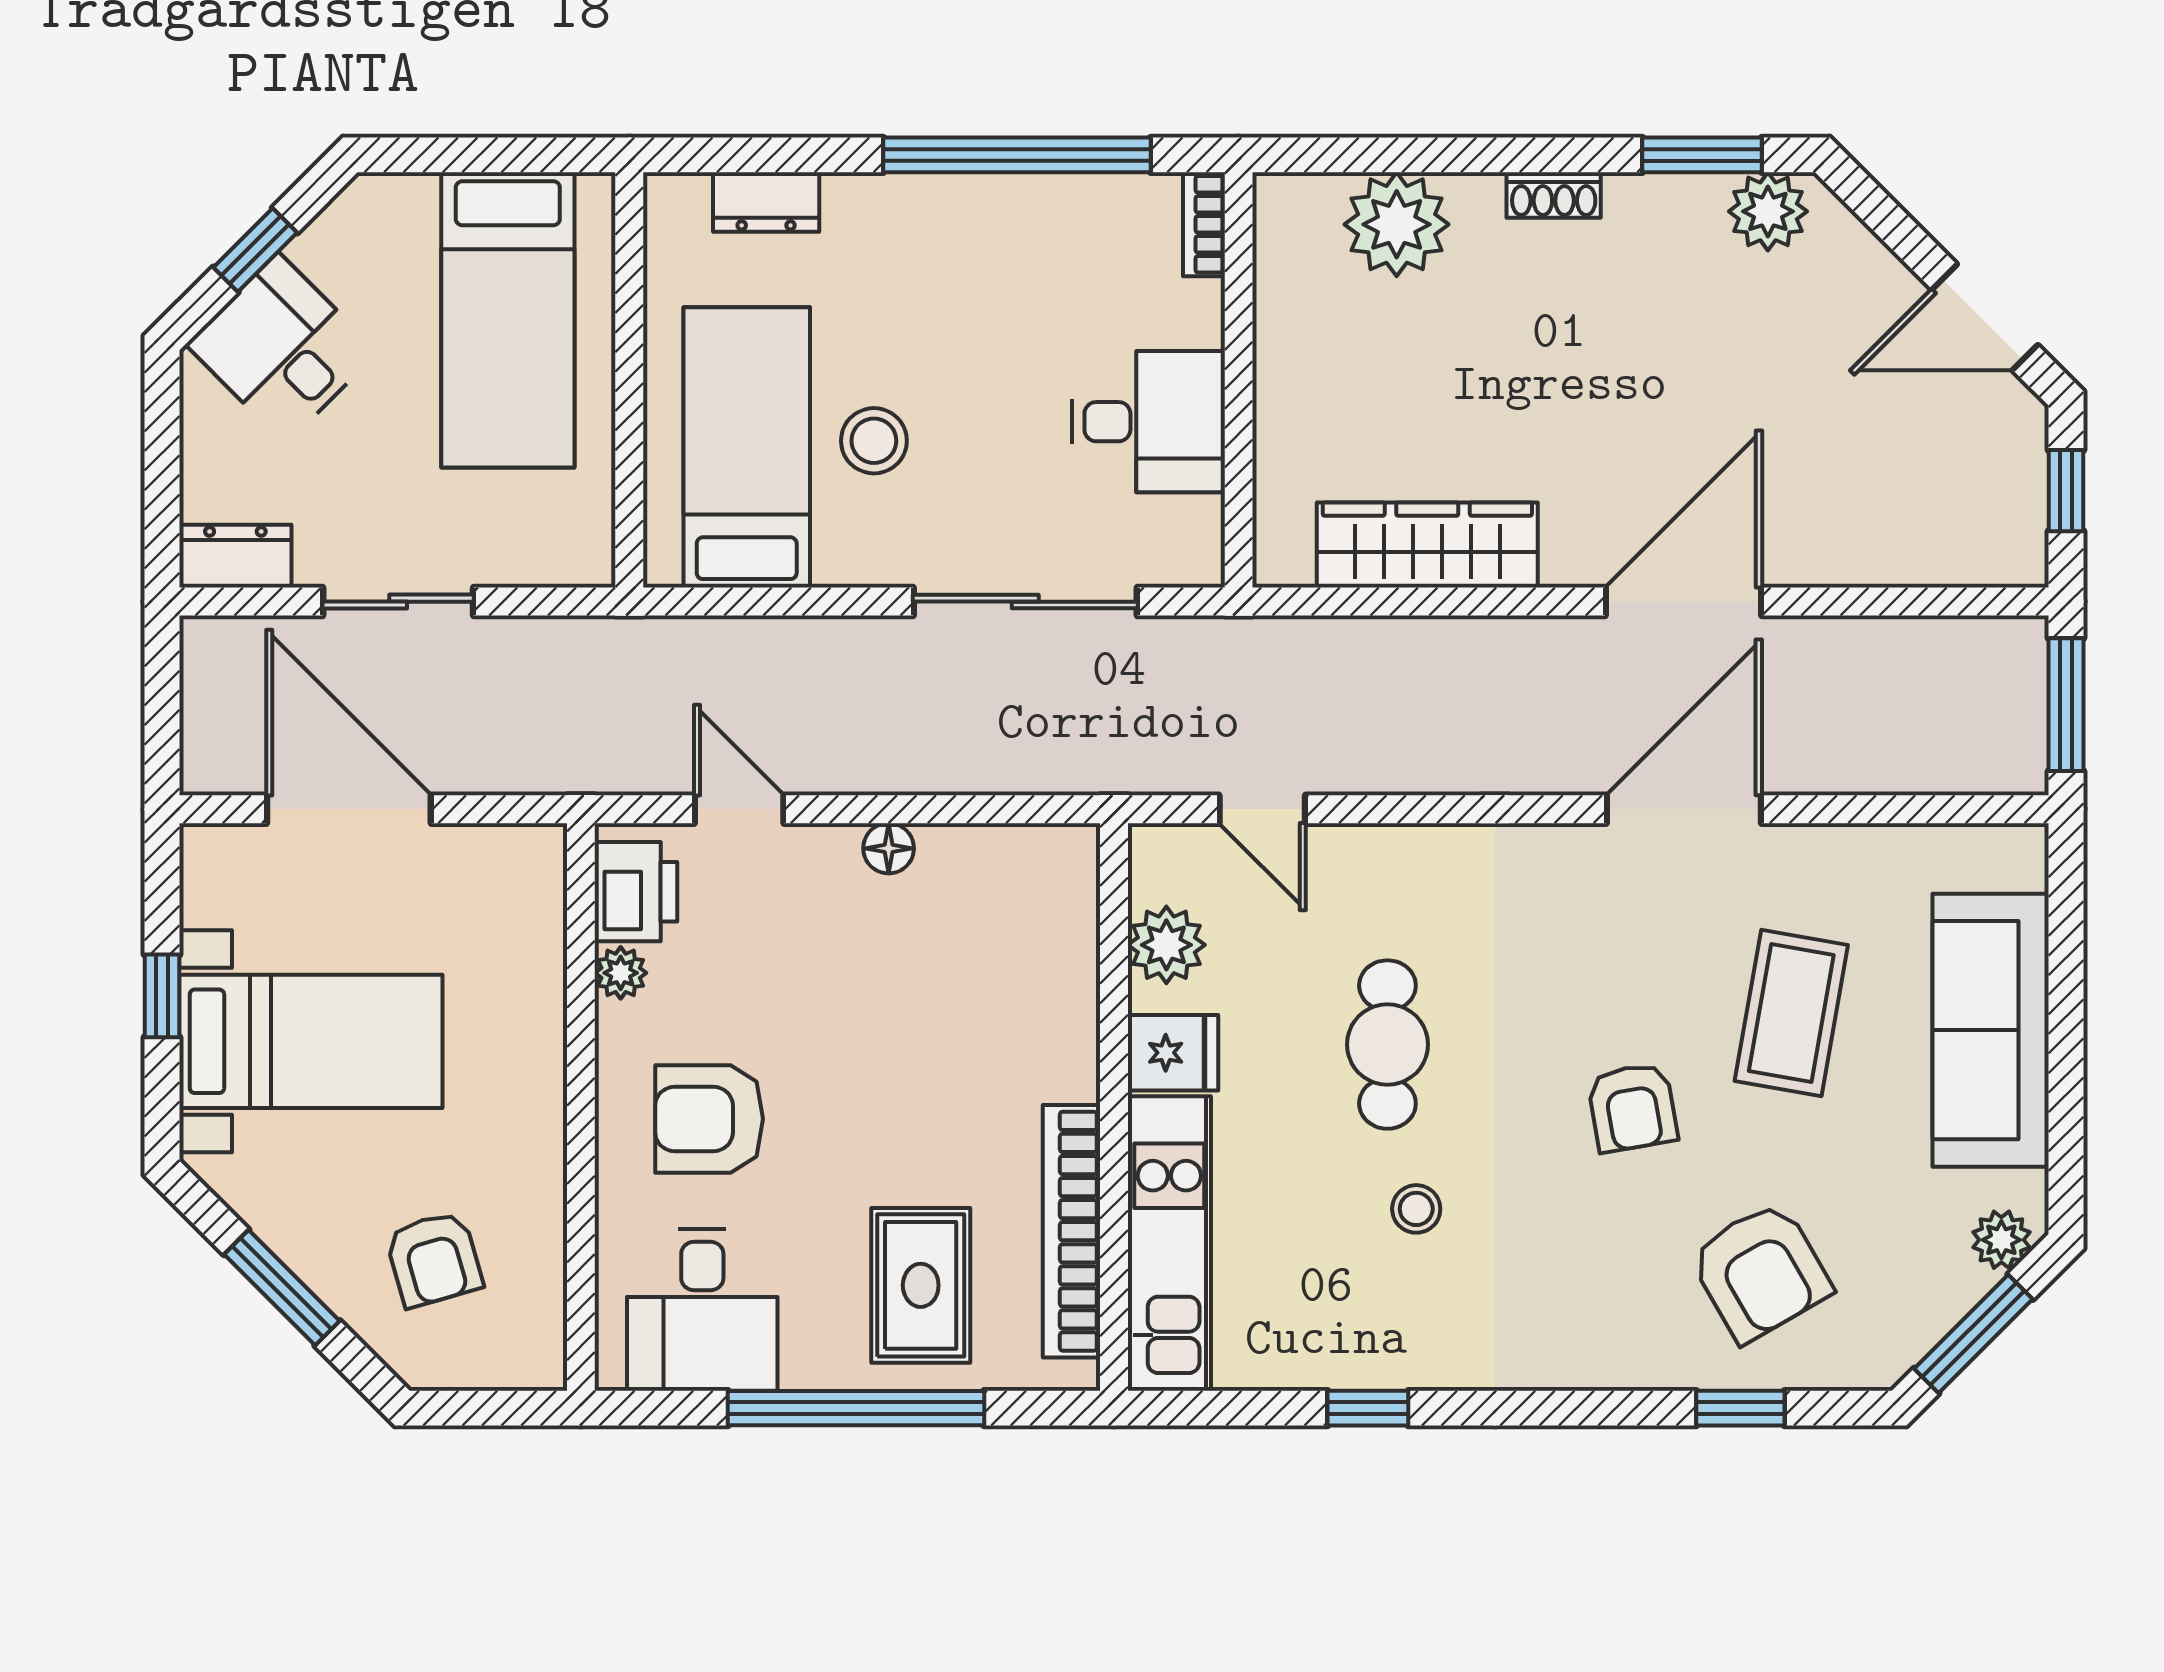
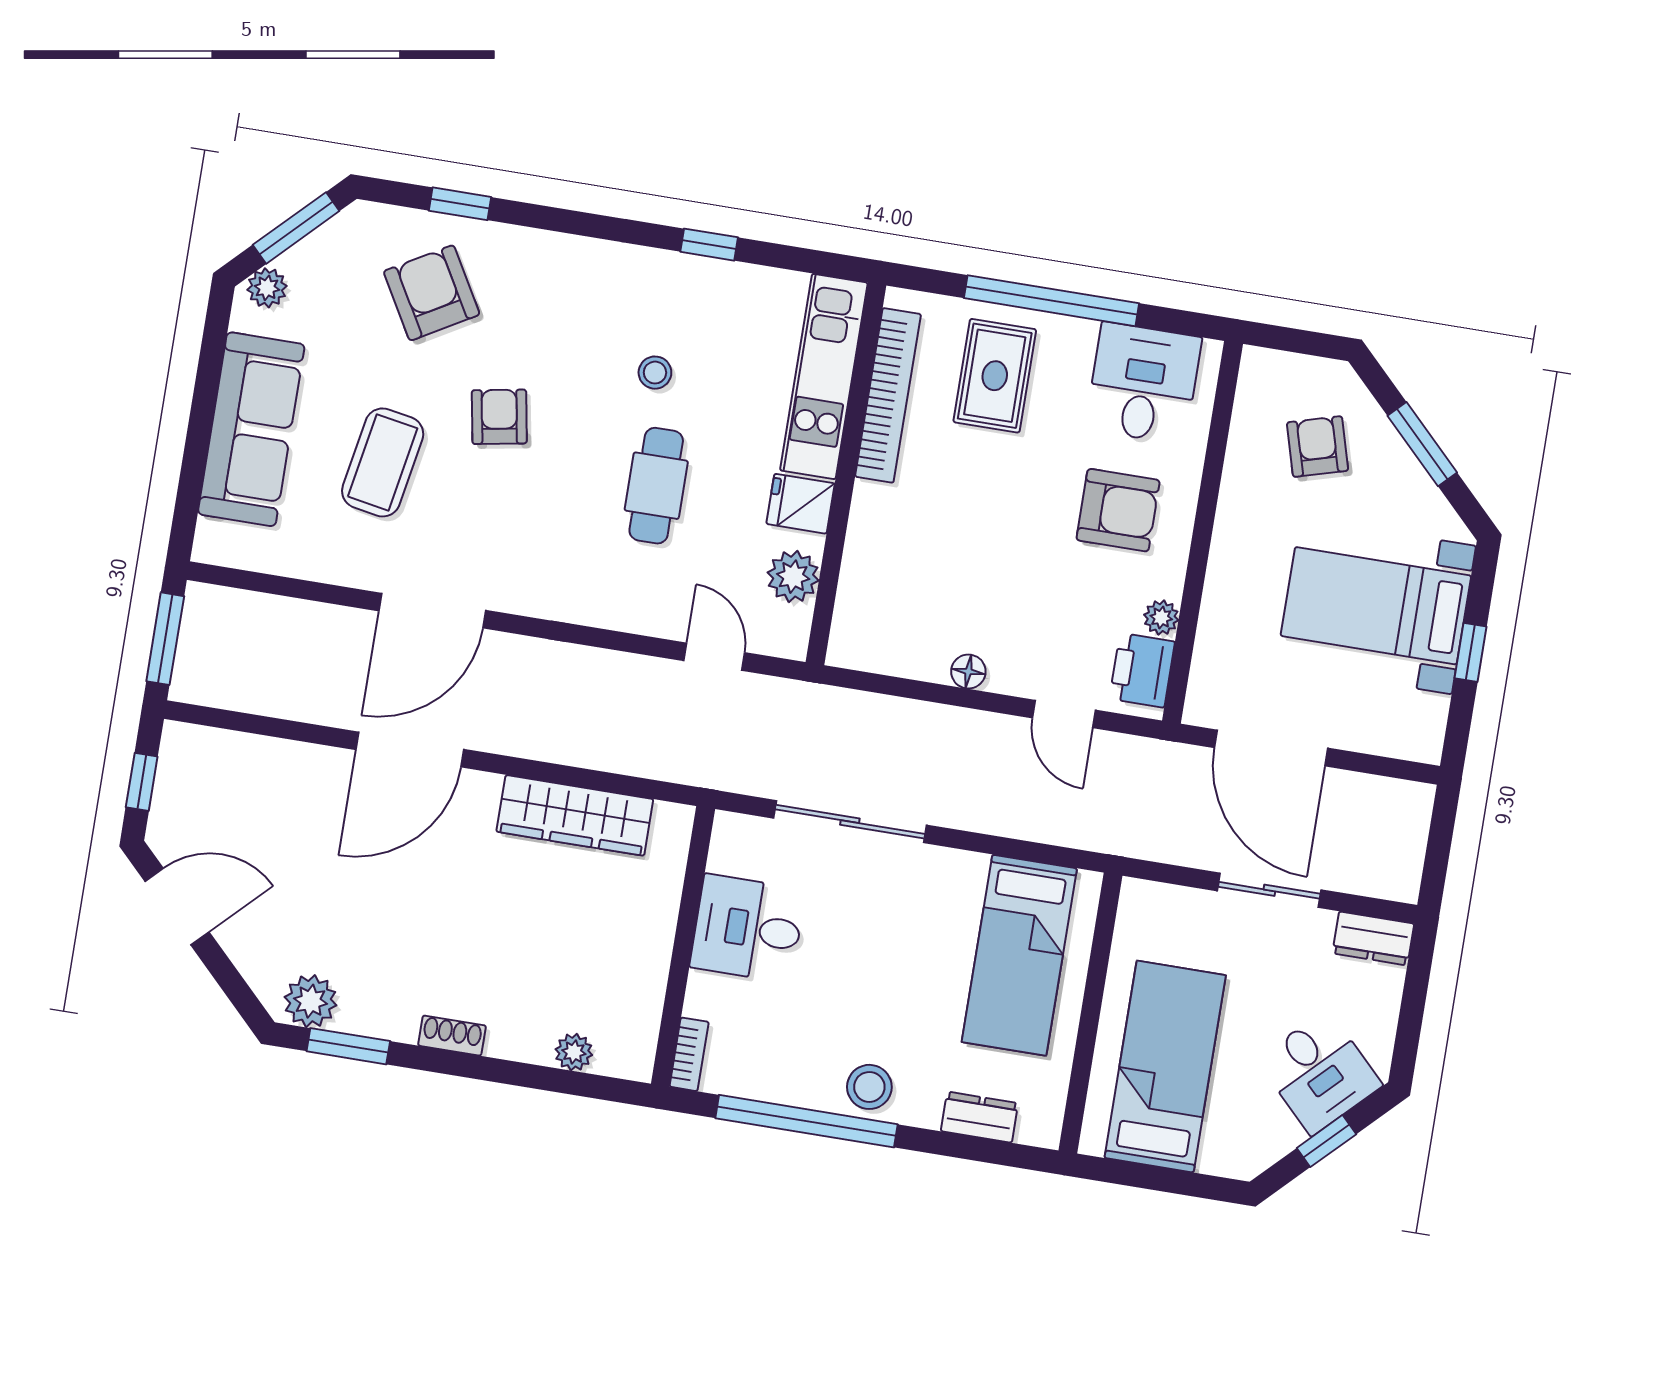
plant: (1397, 224) -> (574, 1052), width x0.53, depth x0.53
stool: (874, 441) -> (869, 1087), moved
door: (349, 809) -> (1271, 748), moved

